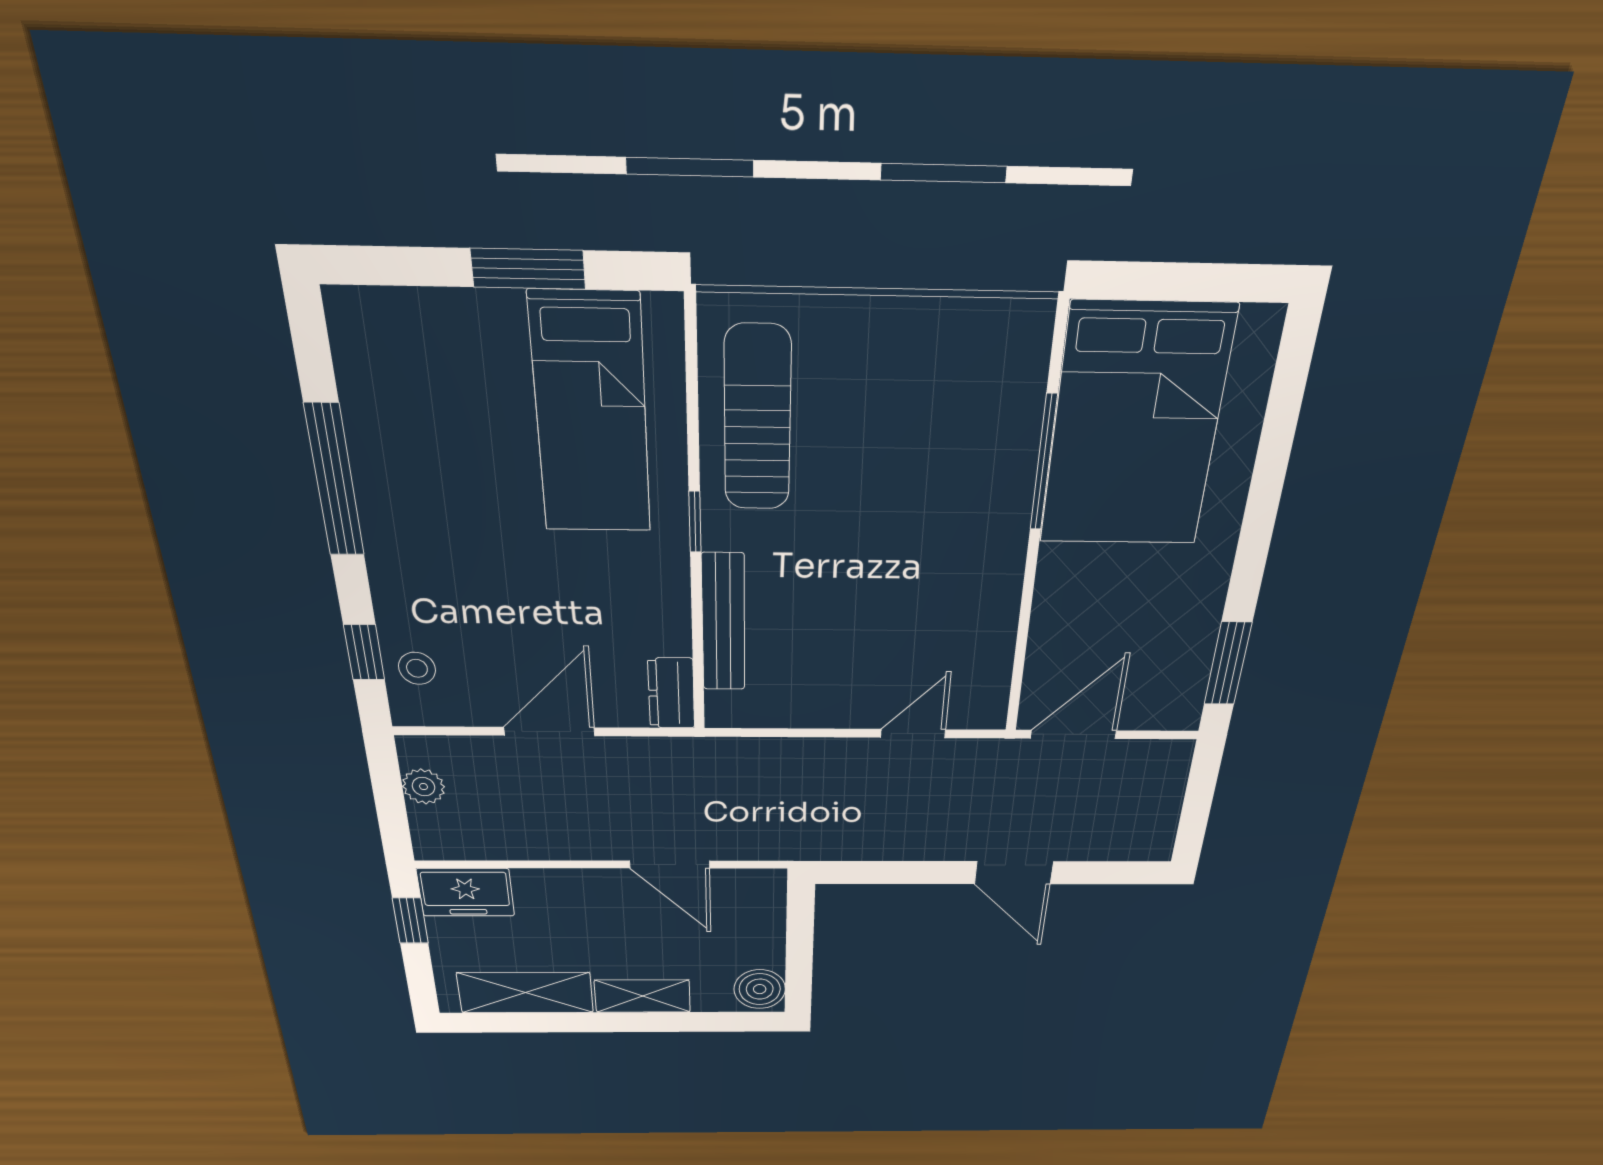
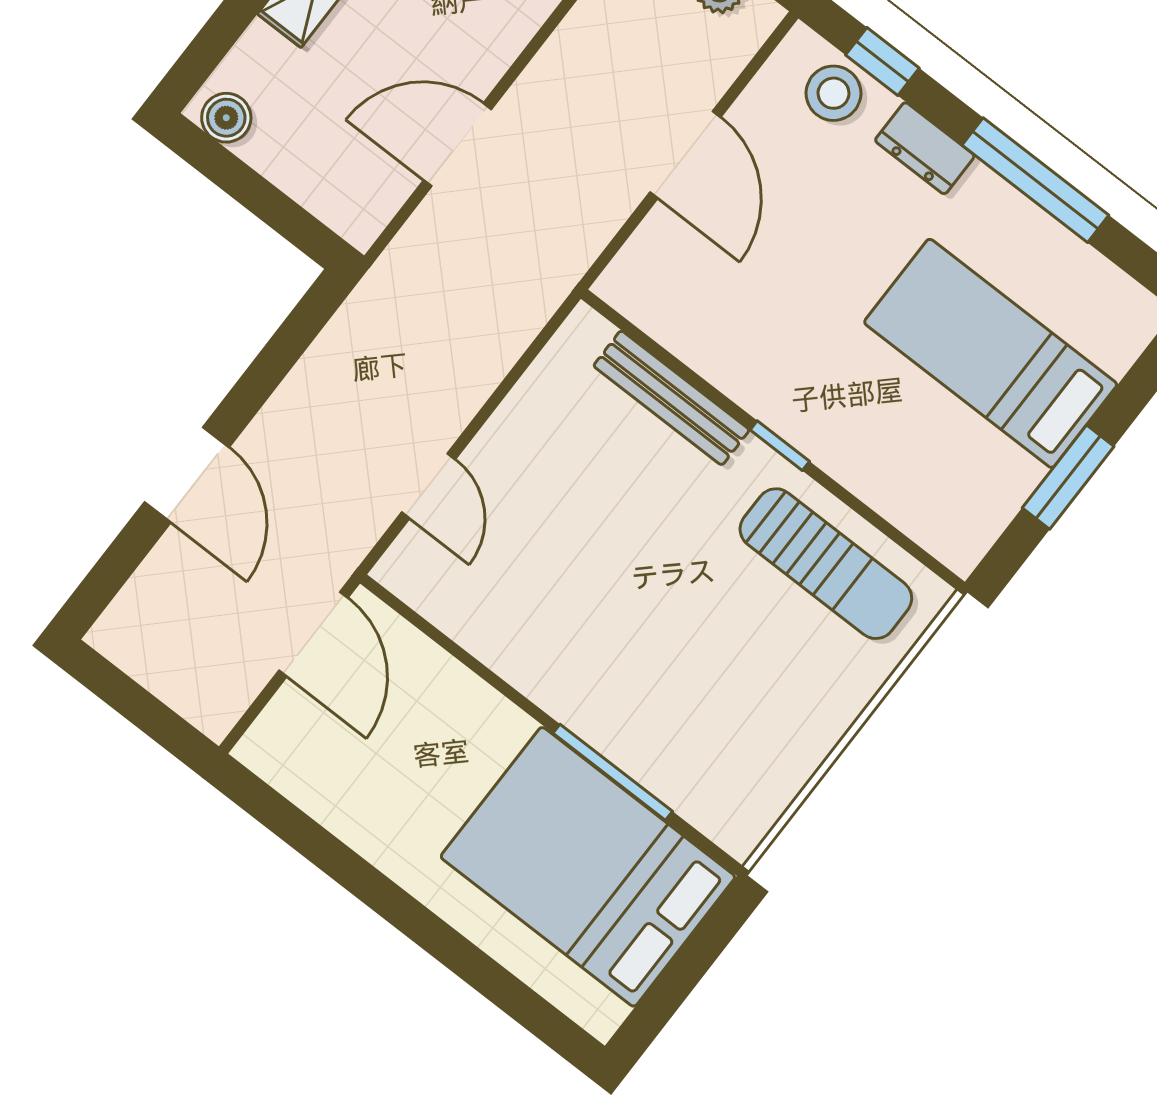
bed: (591, 415) -> (991, 353), moved
window: (1228, 664) -> (286, 821), removed
stool: (417, 668) -> (833, 93), width x1.37, depth x1.37
dresser: (671, 693) -> (925, 148), moved, turned 180
door: (1014, 873) -> (187, 475), swing flipped
boiler: (760, 989) -> (226, 118), width x0.73, depth x0.73

